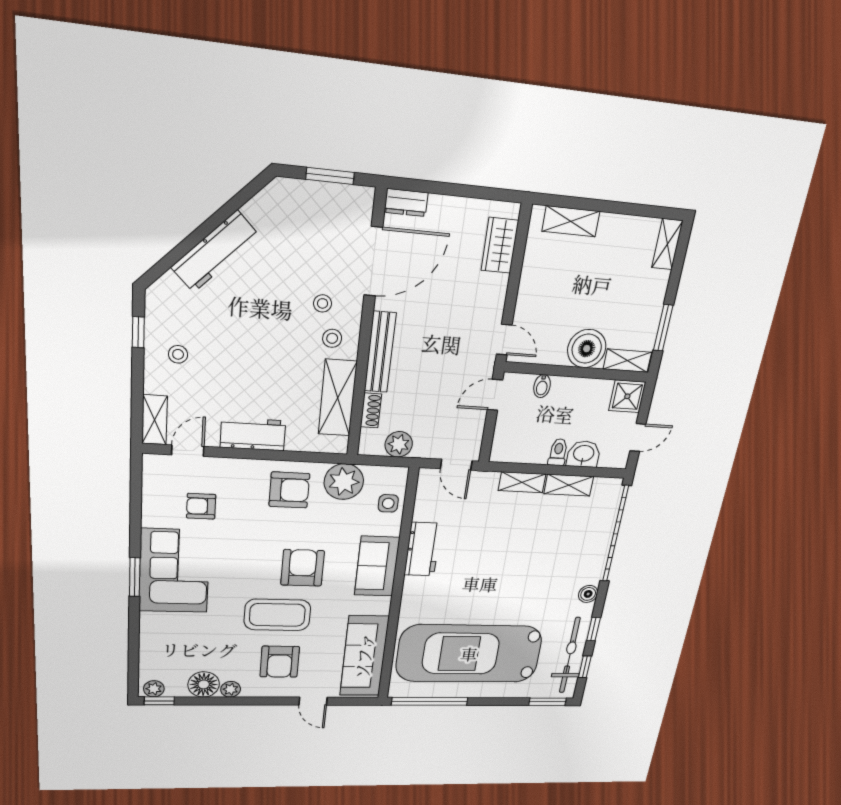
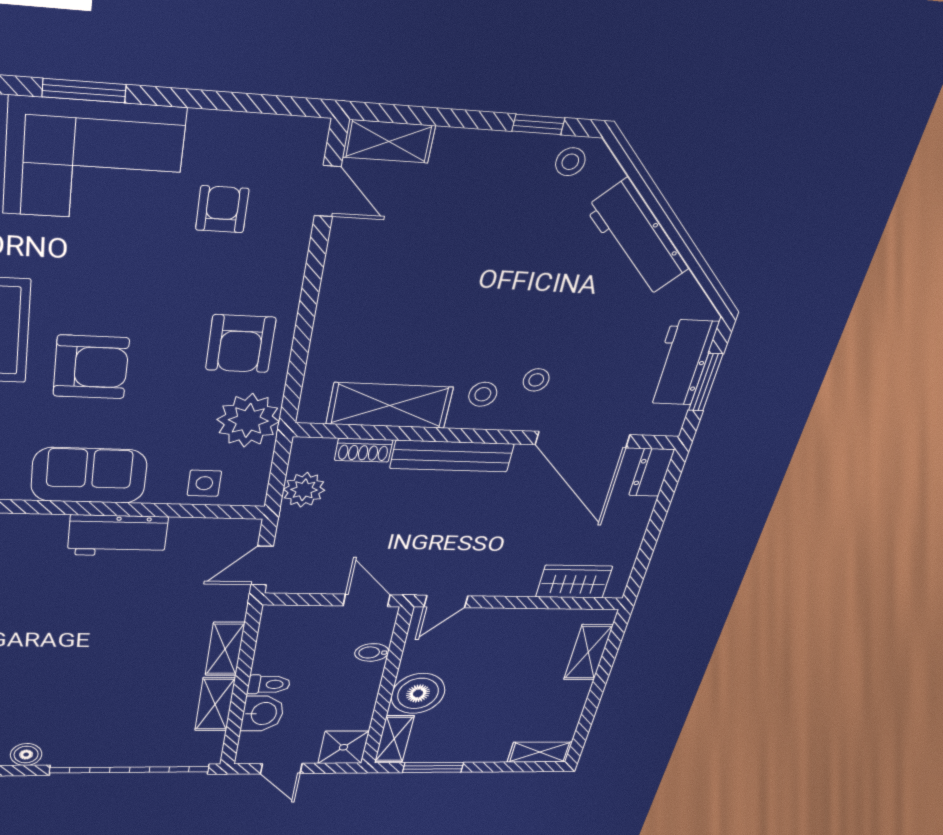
stool: (178, 354) -> (570, 162), moved
workbench: (253, 434) -> (682, 363), moved, turned 180

